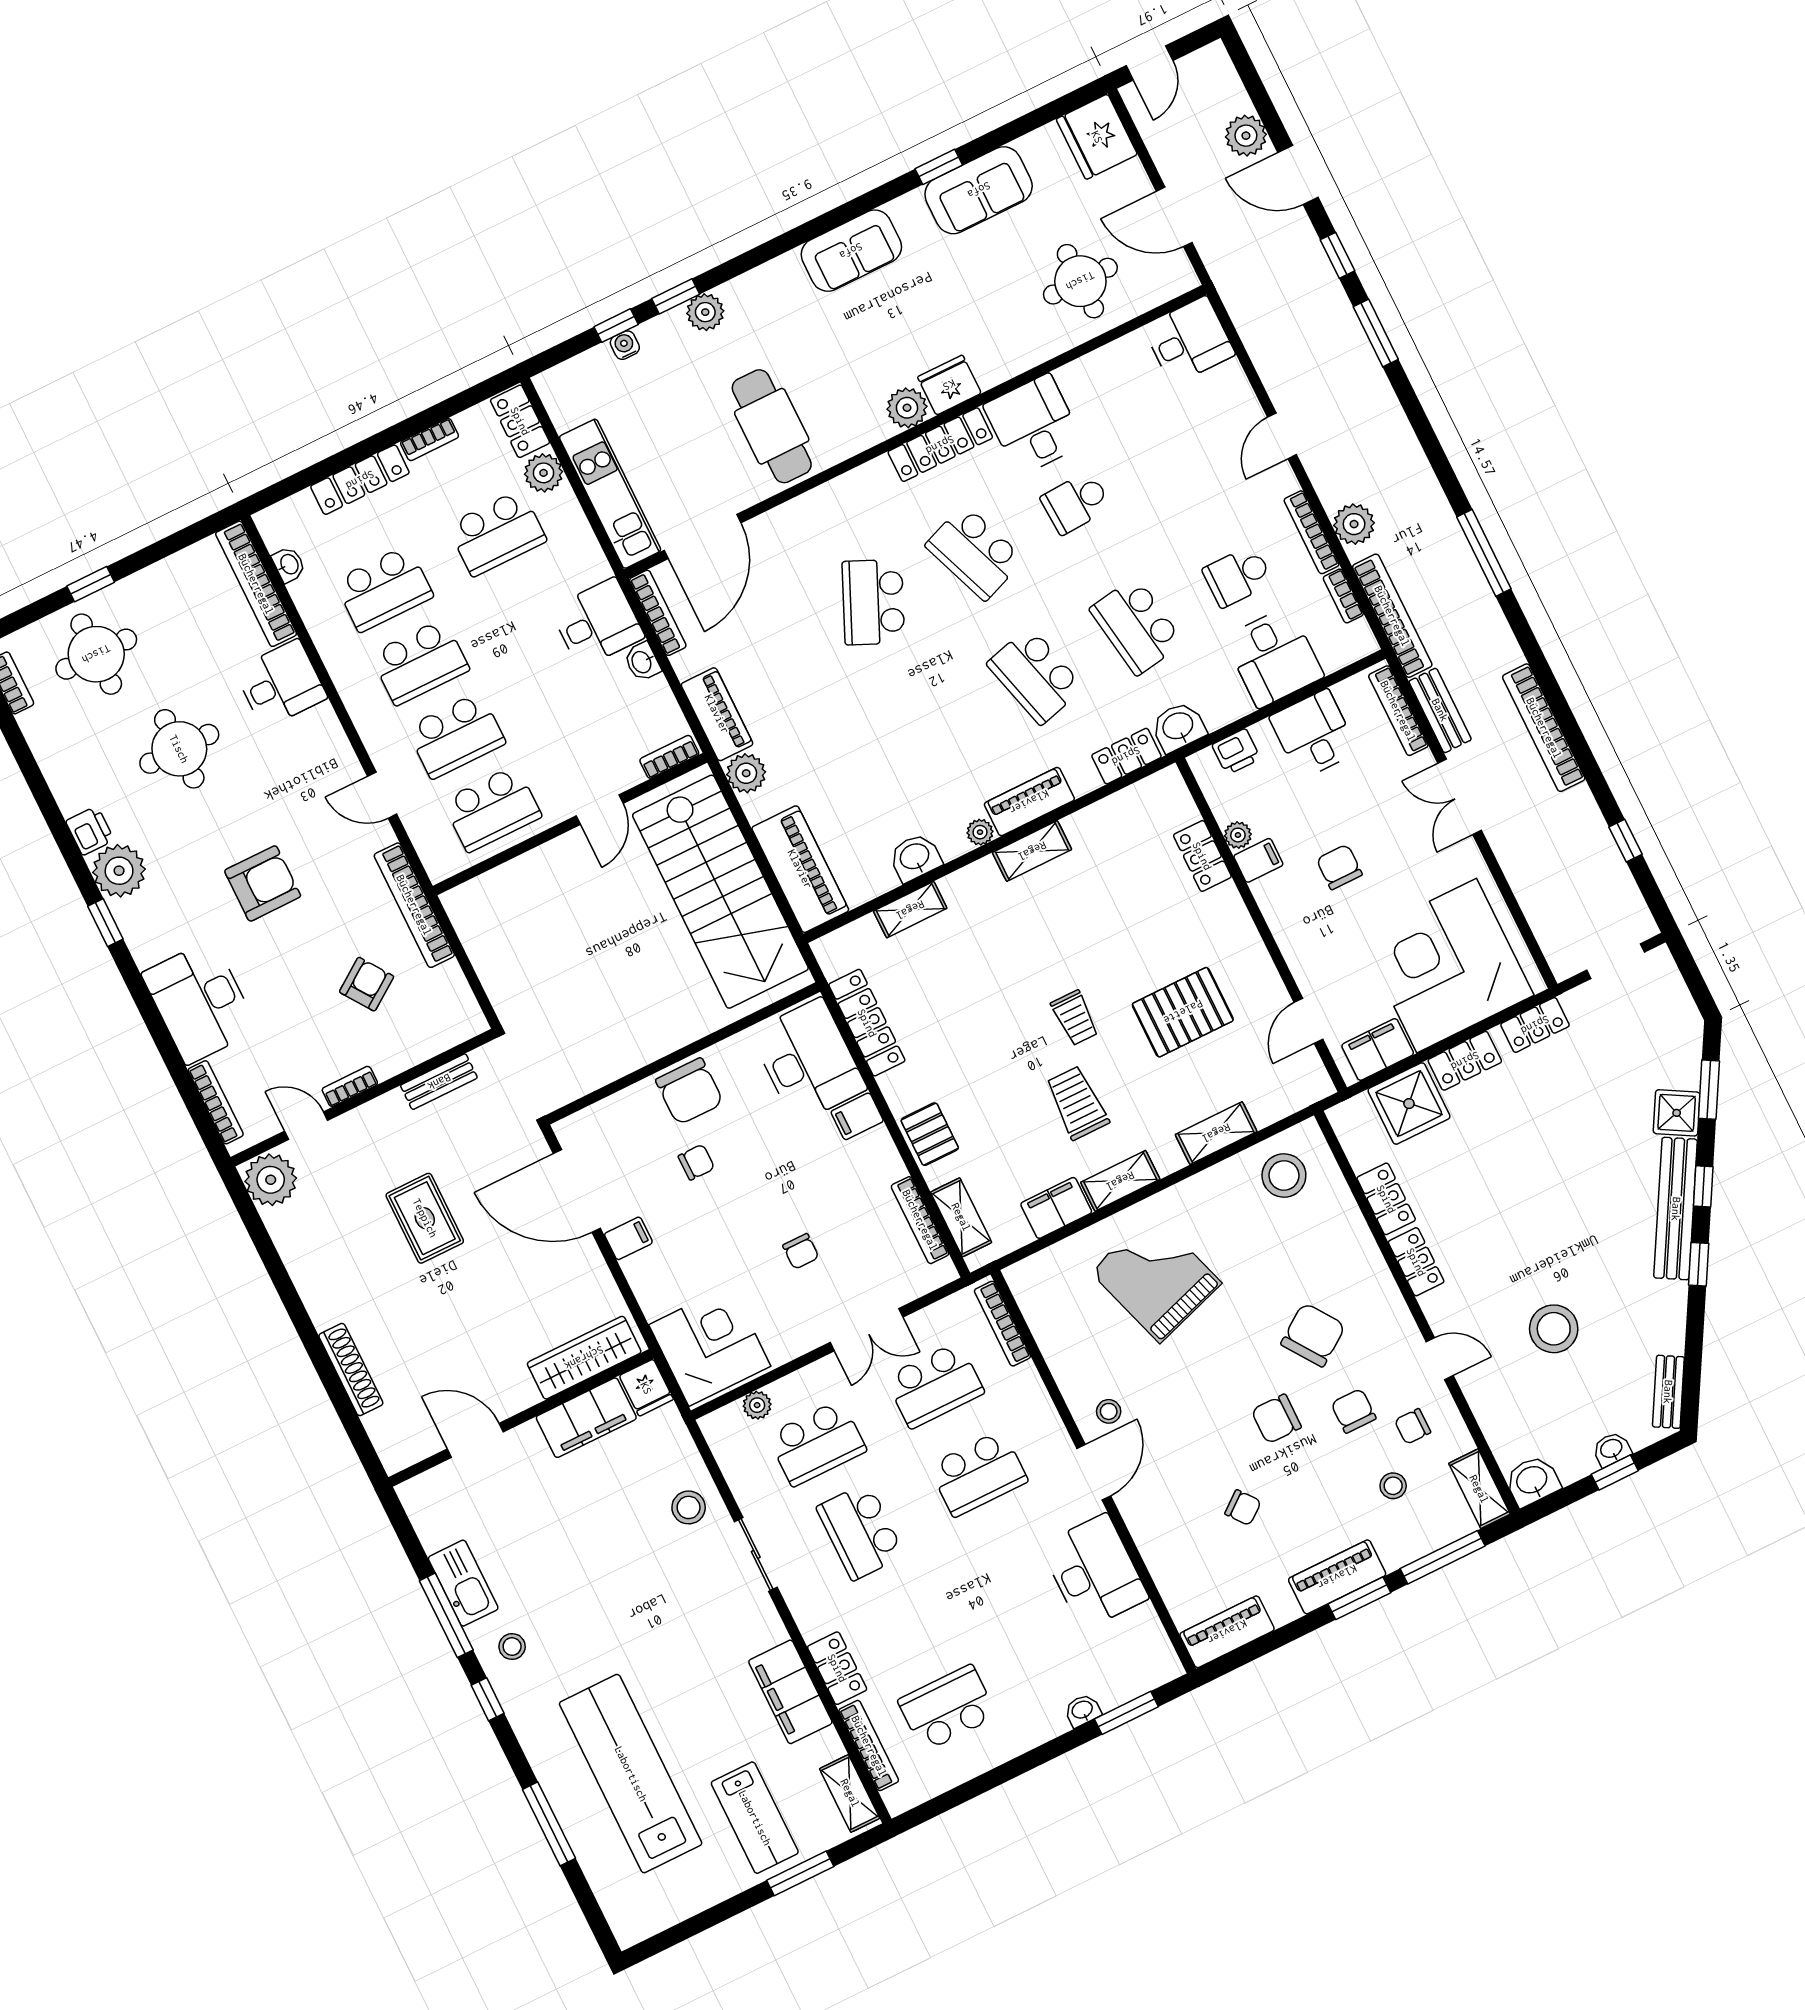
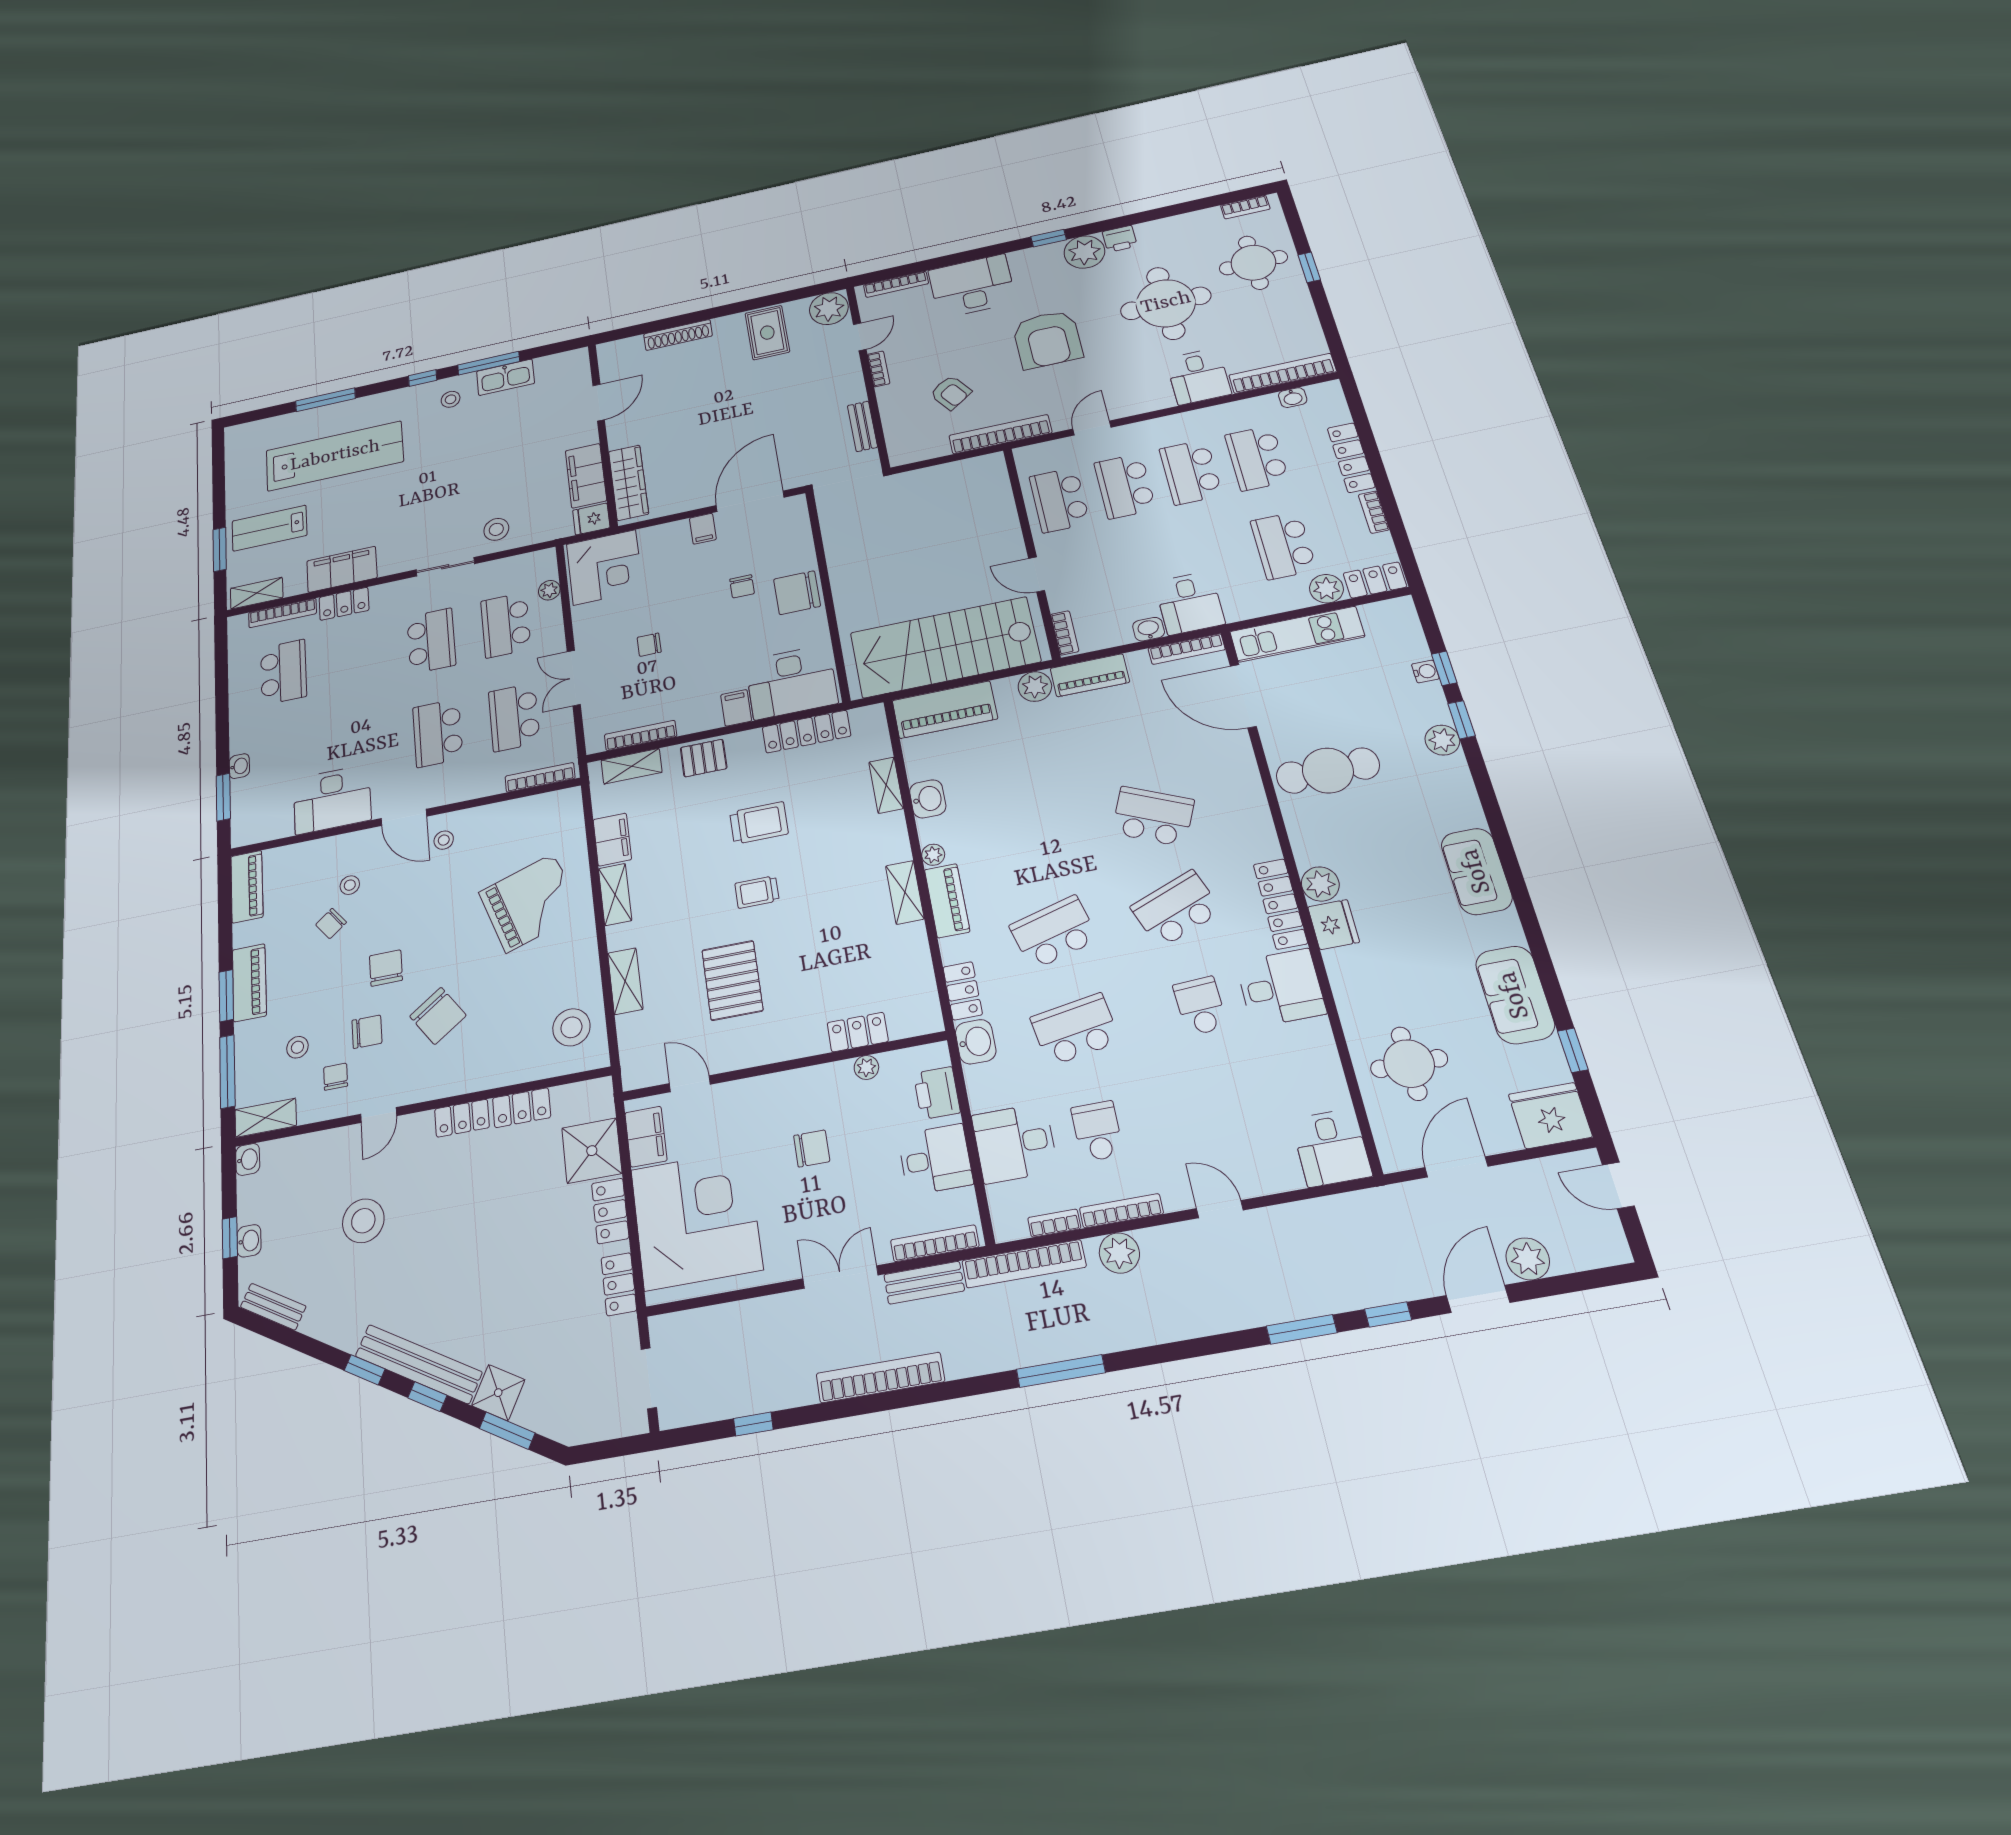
window: (939, 167) -> (1573, 1050), moved
round table: (179, 749) -> (1166, 303), width x1.36, depth x1.36
printer: (1236, 752) -> (937, 1093), width x1.36, depth x1.24
filing cabinet: (1258, 860) -> (839, 1079), removed
armchair: (263, 883) -> (1047, 339), width x1.36, depth x1.36
trolley: (1077, 1103) -> (759, 823), moved
rug: (425, 1218) -> (767, 333), moved, turned 90
washbasin: (1532, 1481) -> (248, 1159), width x0.72, depth x0.69
stool: (1192, 1504) -> (350, 885), added
school desk: (860, 1531) -> (431, 641), turned 90

